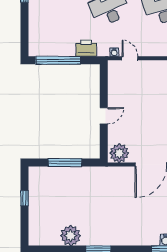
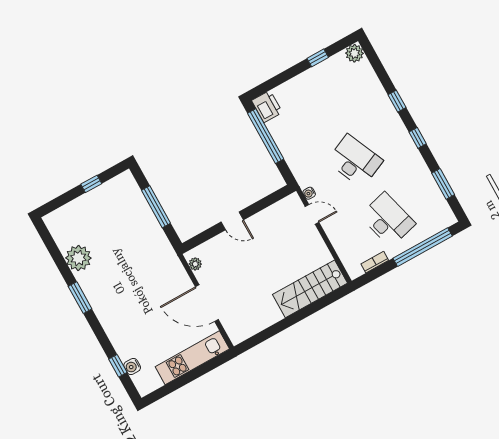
printer: (86, 48) -> (267, 106), moved
door: (130, 58) -> (312, 214), hinge flipped
plant: (119, 153) -> (195, 264), width x0.53, depth x0.53

